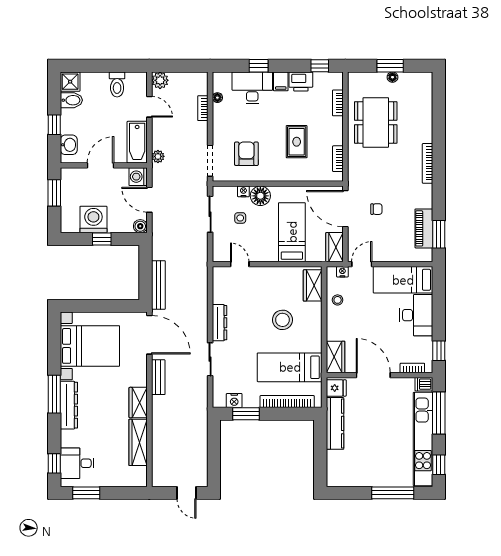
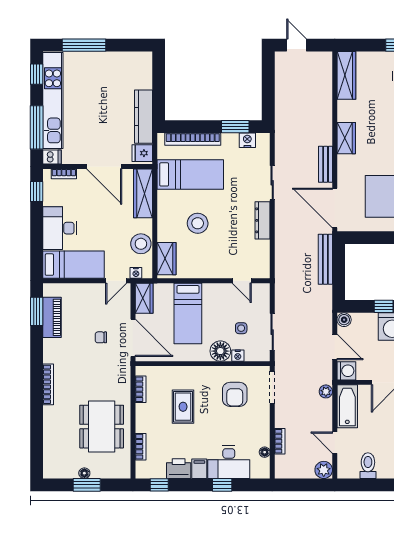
stool: (338, 300) -> (141, 244), width x1.89, depth x1.89
wardrobe: (336, 357) -> (143, 193), width x1.50
wardrobe: (138, 442) -> (346, 75), moved

